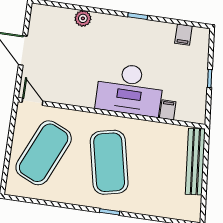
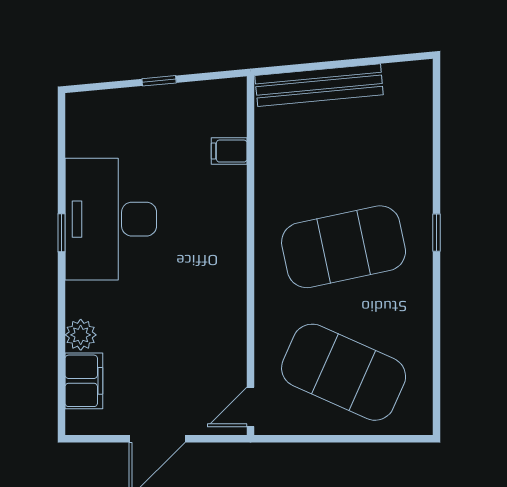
filing cabinet: (183, 35) -> (84, 381), moved, width x2.00
desk: (130, 89) -> (111, 219), moved, turned 180

